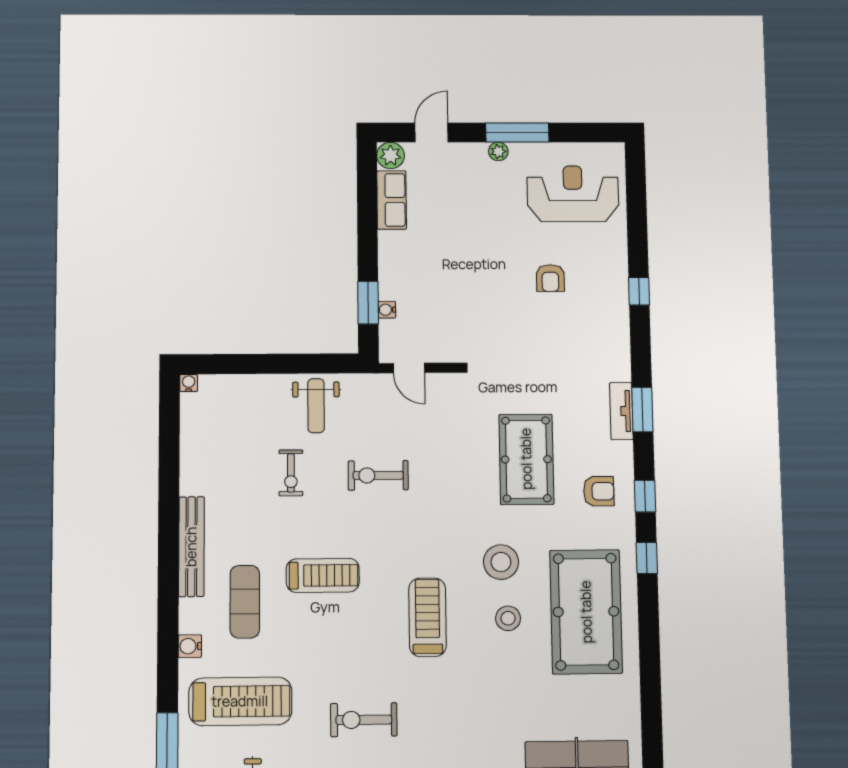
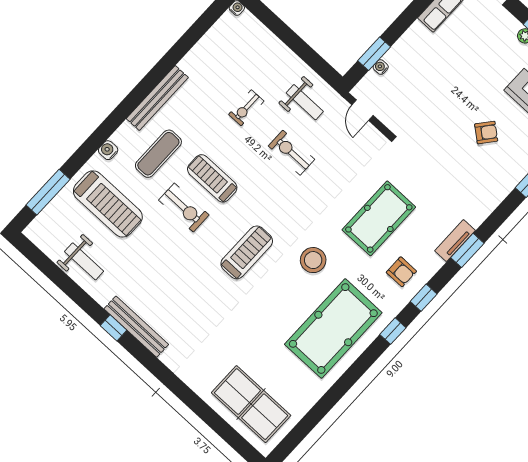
armchair: (550, 278) -> (486, 133), turned -141
weight bench: (316, 406) -> (305, 102), moved, turned -90
treadmill: (323, 575) -> (212, 178), turned 180
stool: (508, 618) -> (289, 293), removed
exercise bike: (364, 720) -> (184, 208), moved, turned 180

